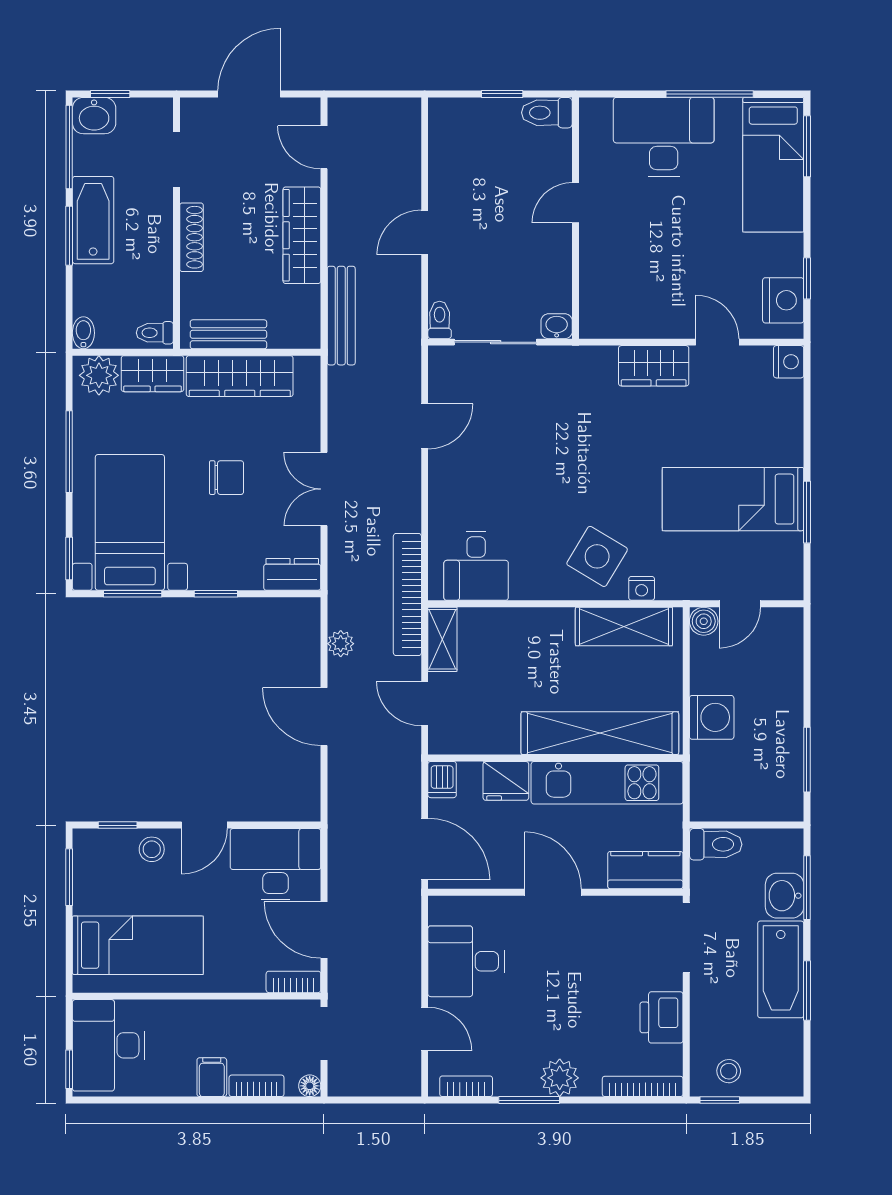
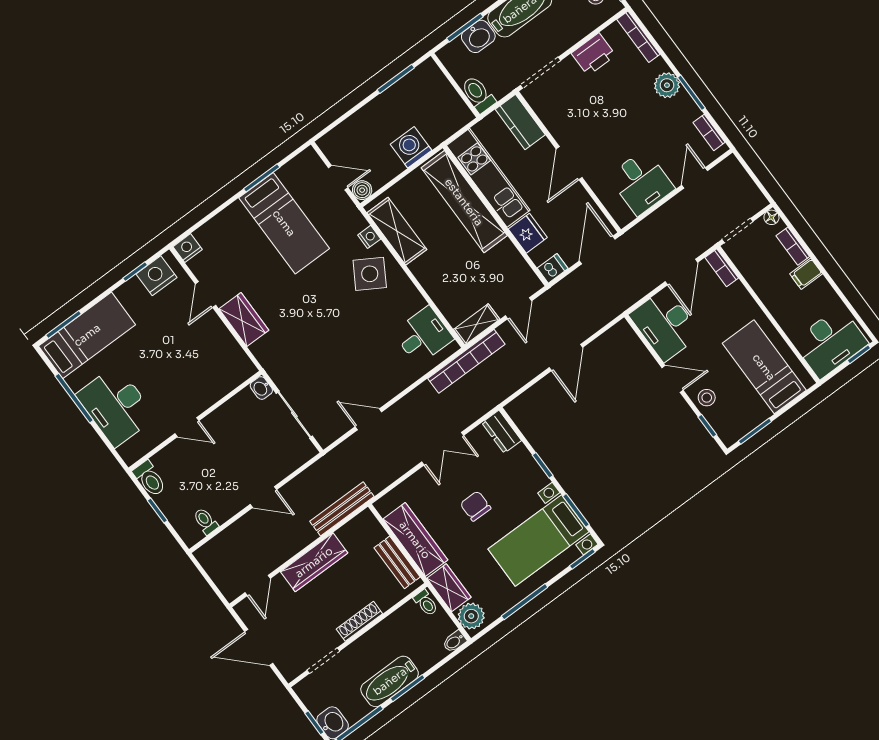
toilet: (440, 320) -> (206, 521), moved, turned 90
plant: (341, 644) -> (520, 378), removed

